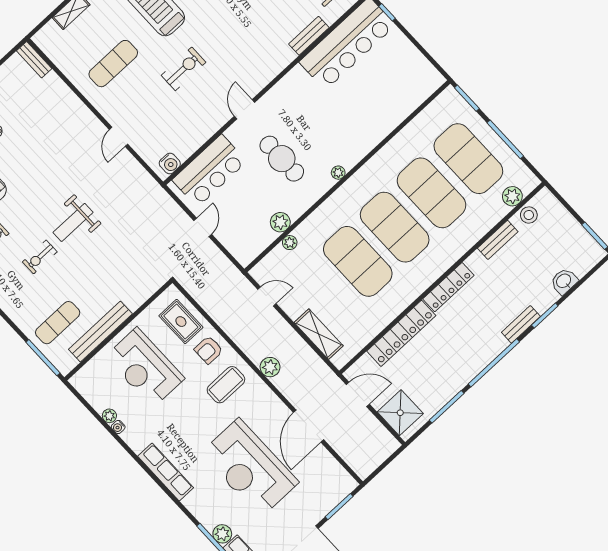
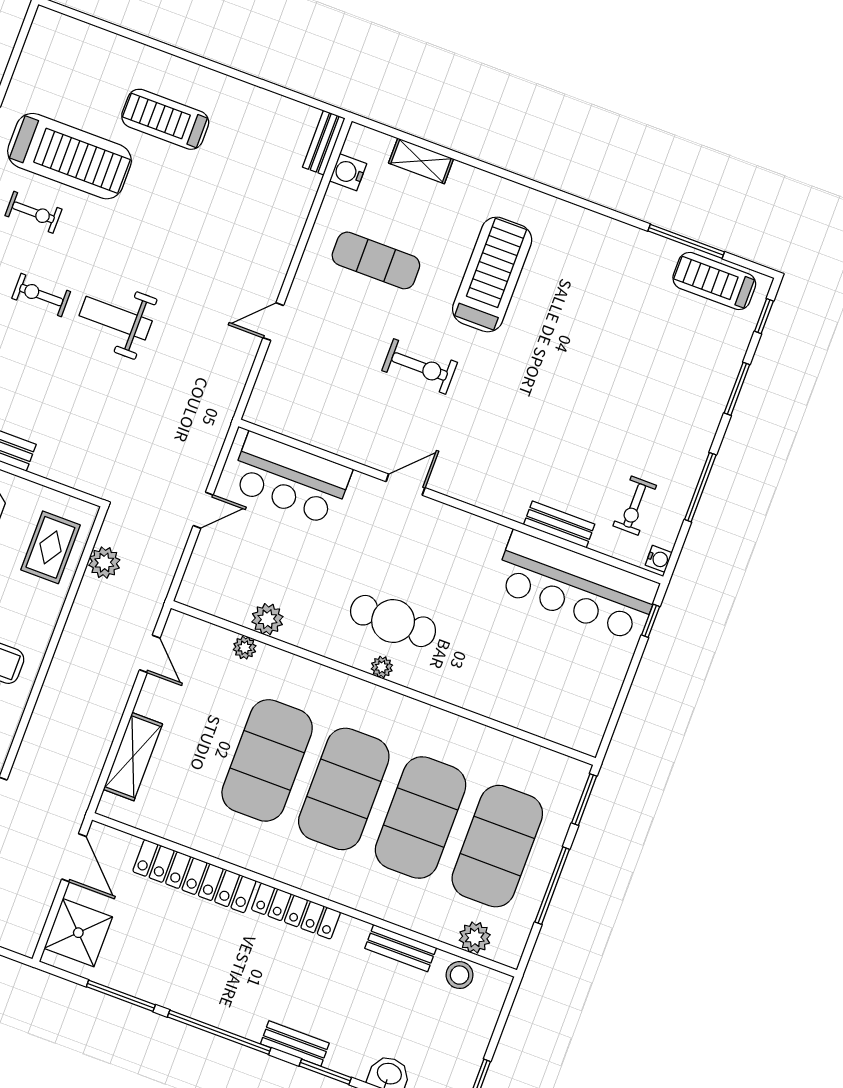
cafe table: (282, 159) -> (393, 621), moved, turned 90
water cooler: (170, 164) -> (348, 172), moved, turned 90
armchair: (209, 350) -> (30, 608), removed
plant: (270, 367) -> (104, 563), moved

